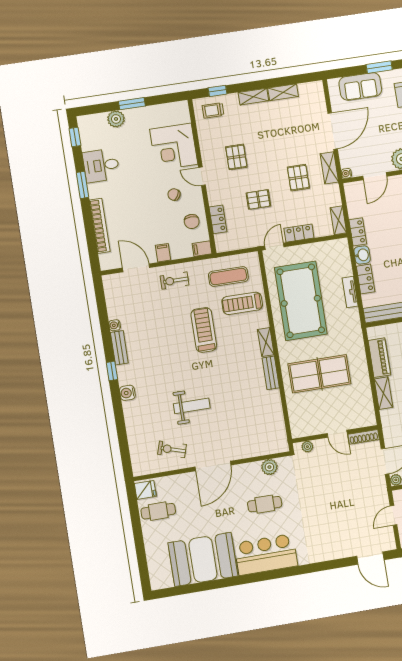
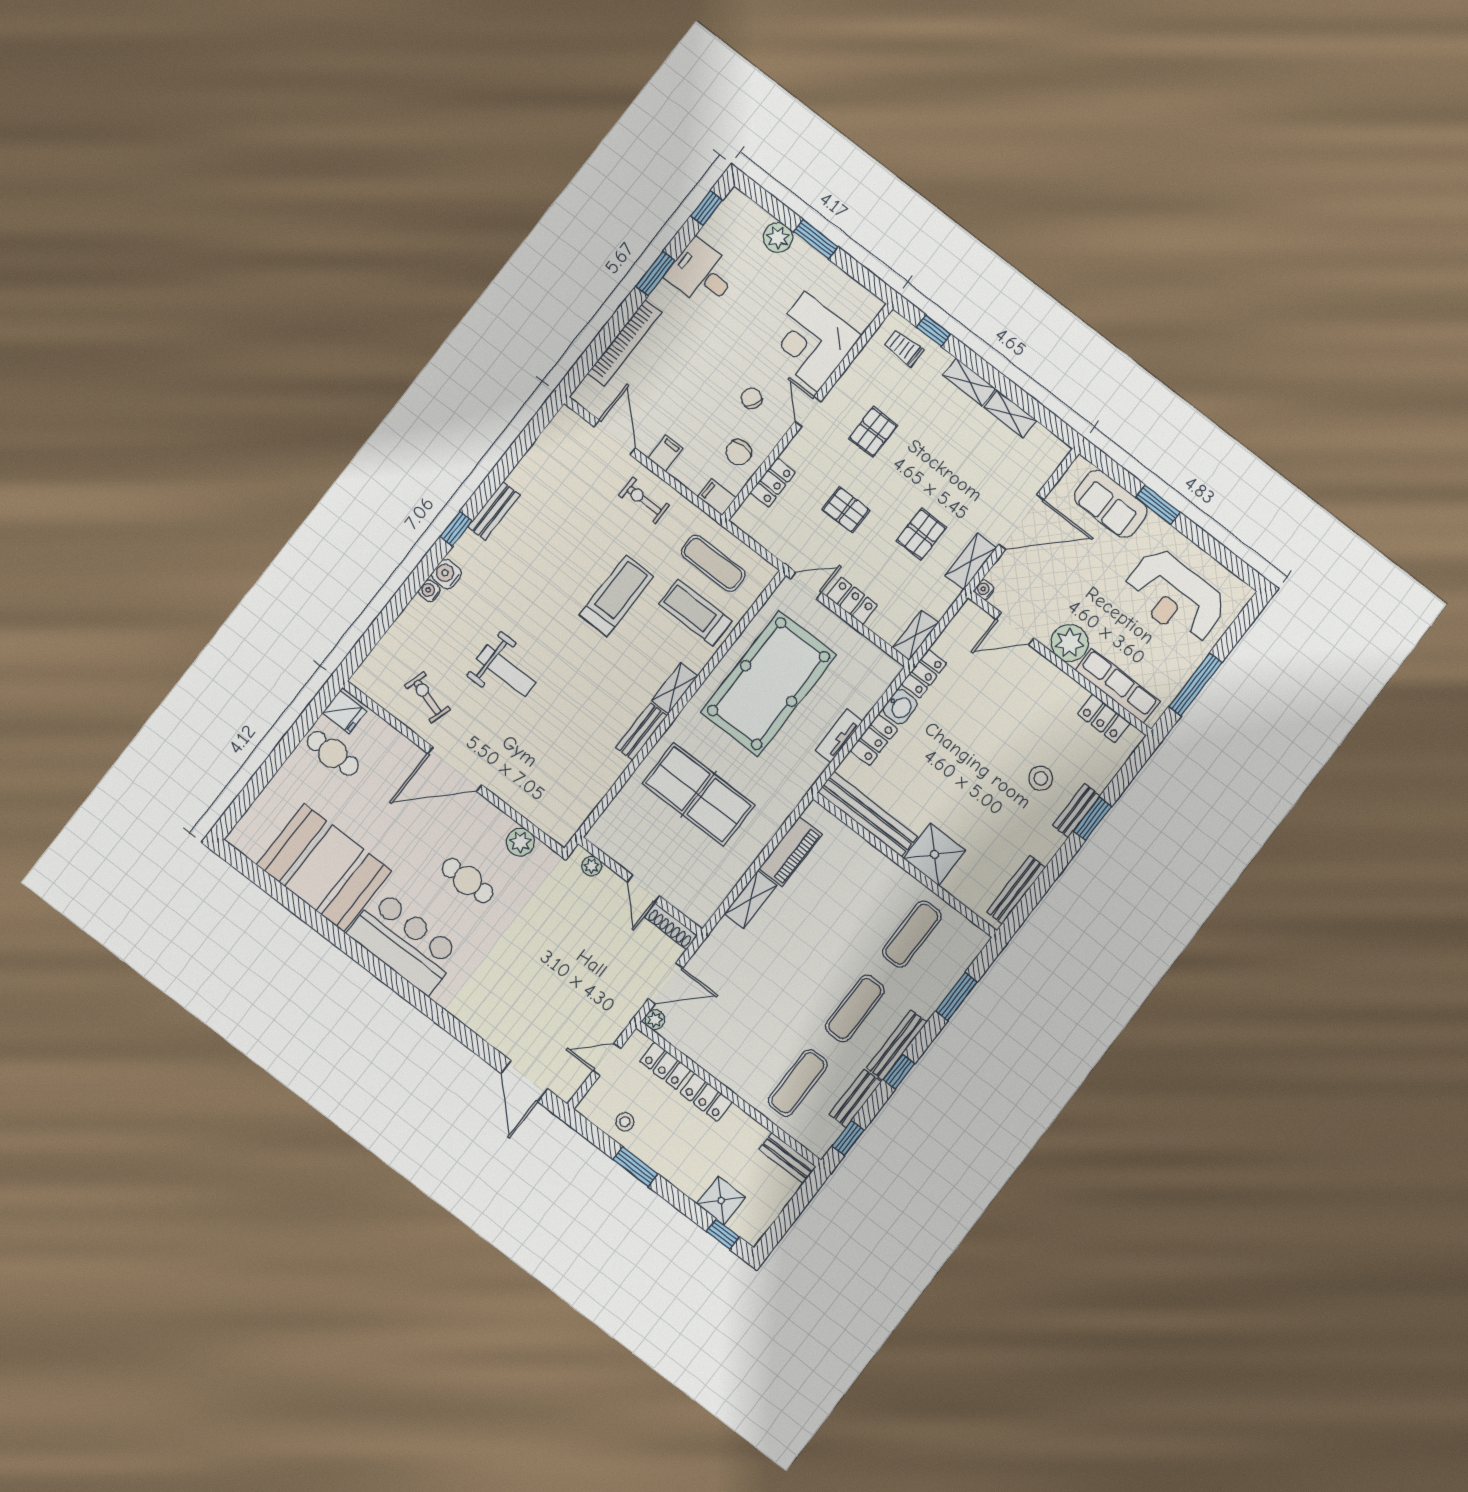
water cooler: (115, 325) -> (429, 591), moved

